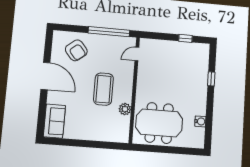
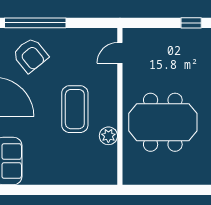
window: (109, 32) -> (35, 23), moved
meeting table: (159, 123) -> (163, 122), moved

